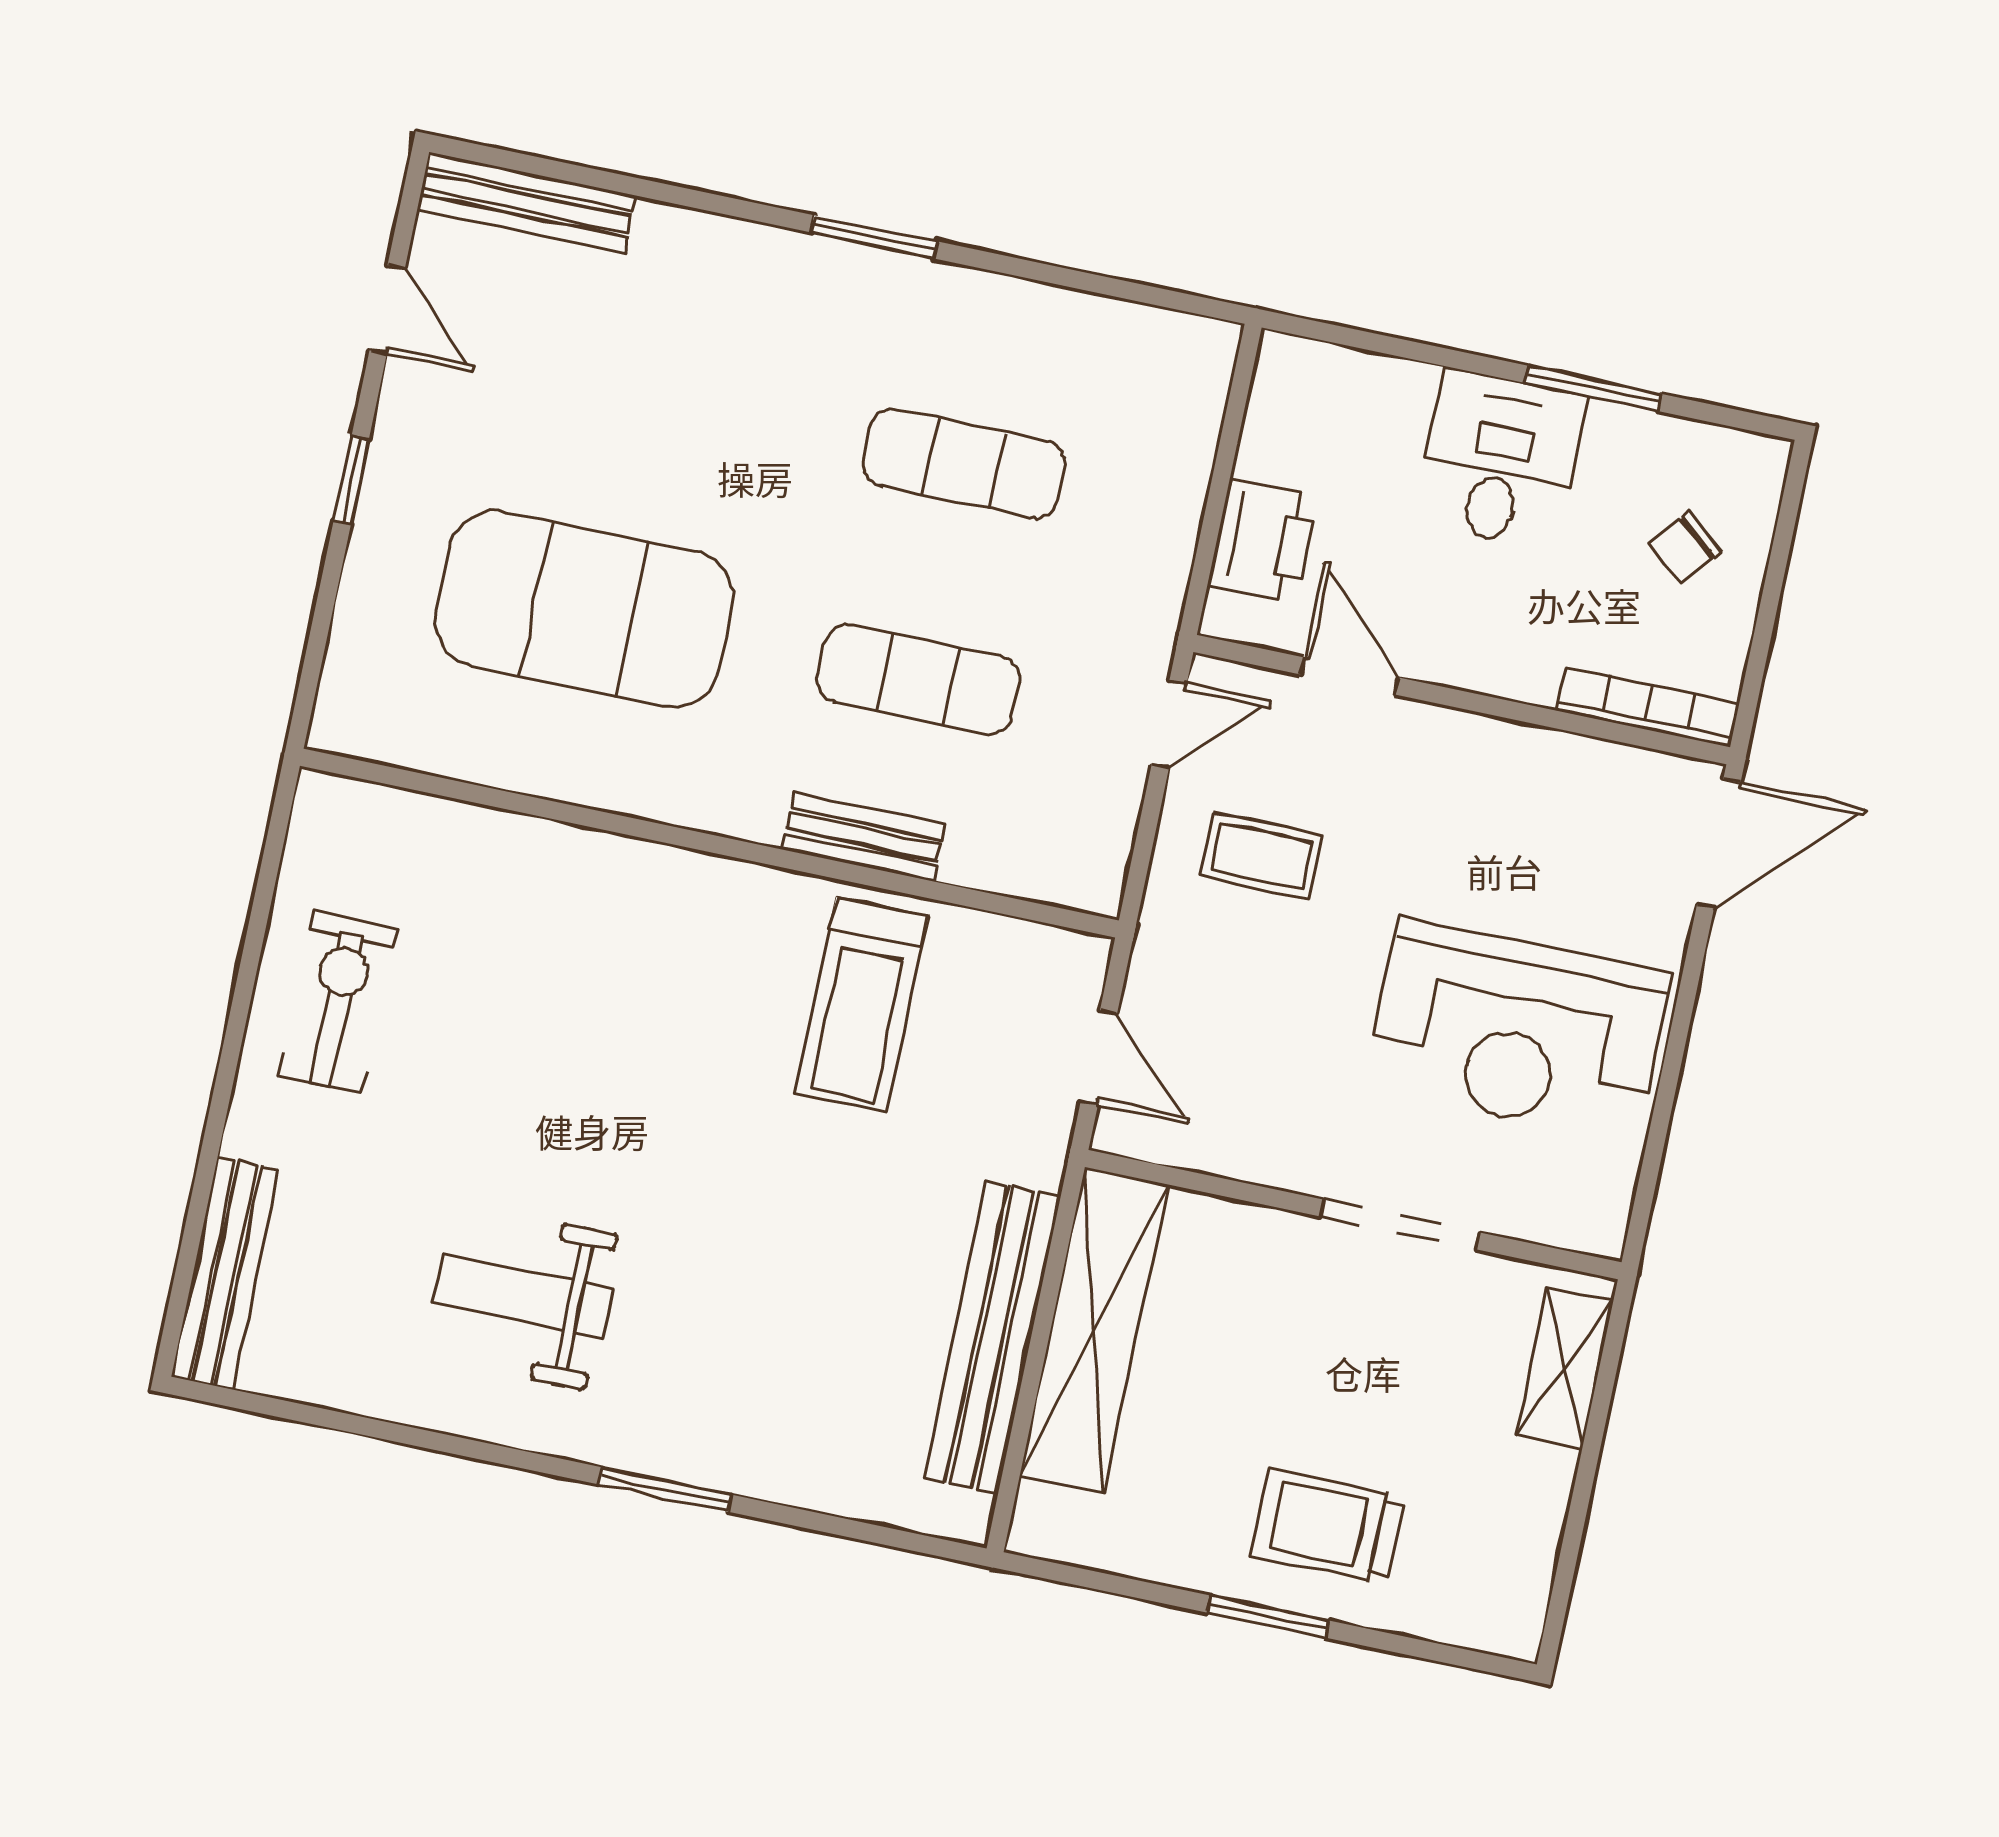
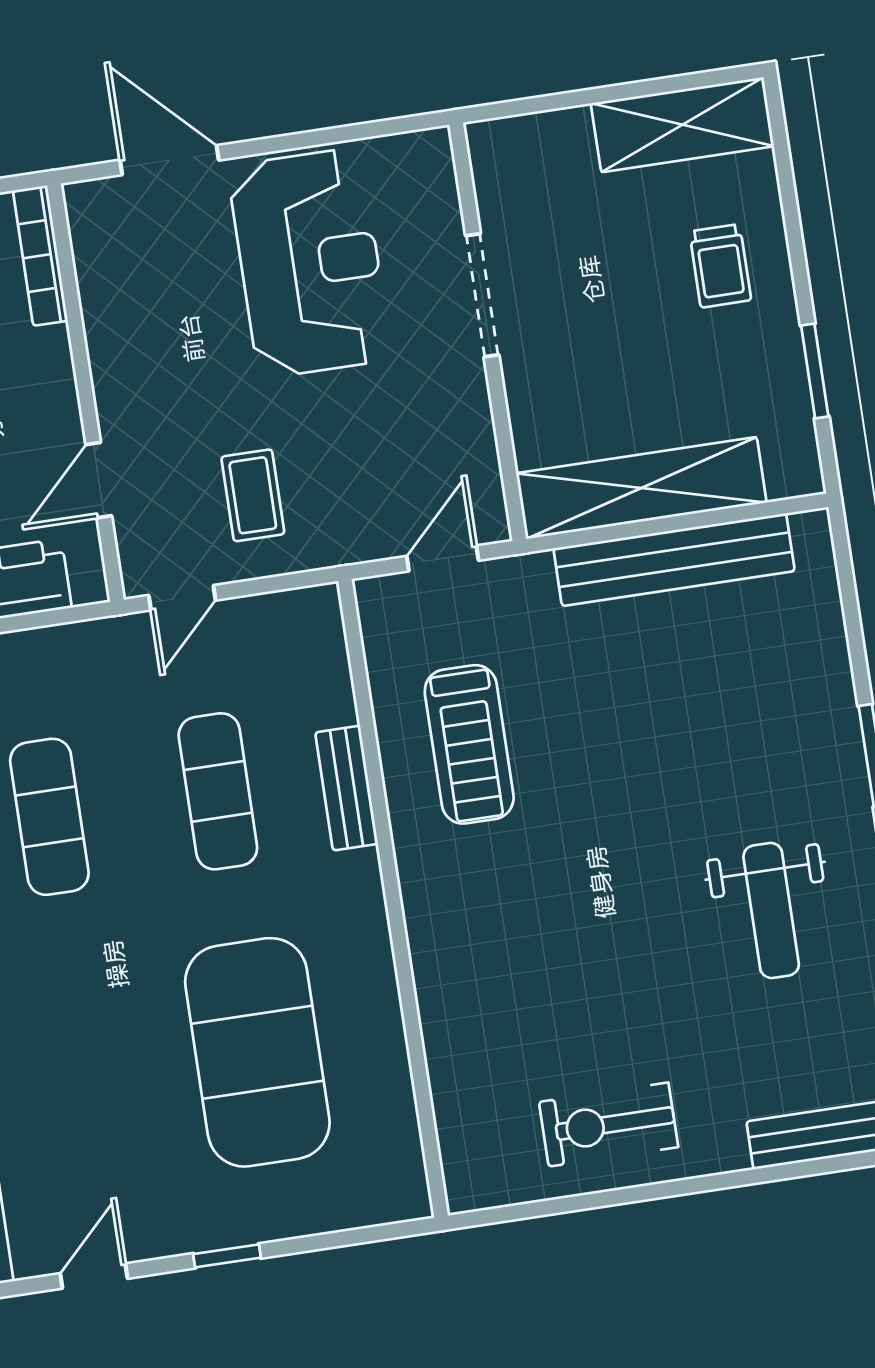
door: (1169, 724) -> (182, 598), swing flipped
door: (1719, 844) -> (169, 160), moved
treadmill: (861, 1005) -> (469, 744), turned 90
shelving: (1565, 1368) -> (682, 125), moved, width x1.50, depth x1.33
trolley: (1328, 1526) -> (720, 266), width x0.73, depth x0.72
window: (1268, 1617) -> (815, 371), moved

